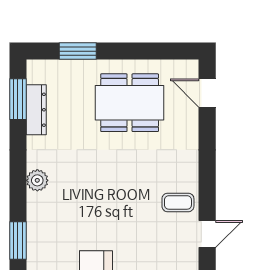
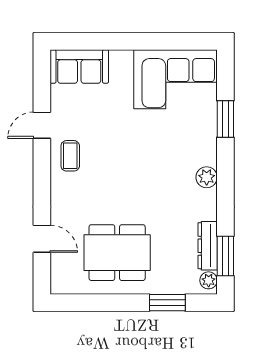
plant: (35, 74) -> (209, 280), added
door: (207, 93) -> (42, 239), moved
coffee table: (178, 202) -> (70, 156), turned 90

